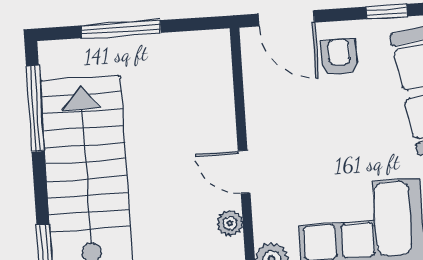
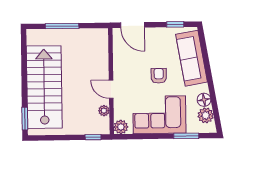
armchair: (339, 57) -> (159, 76), moved
window: (35, 109) -> (24, 58), removed

